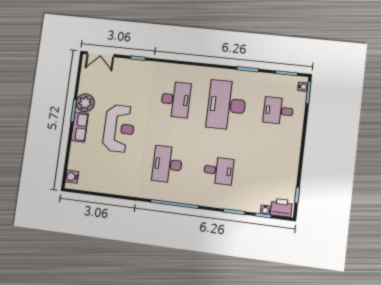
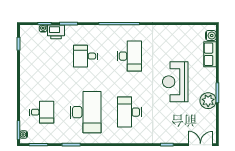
row of seats: (80, 127) -> (210, 54), moved
printer: (281, 208) -> (56, 32), moved

